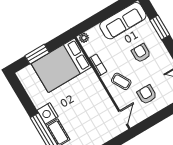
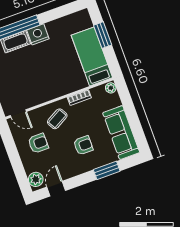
bed: (61, 65) -> (92, 56), width x0.67

